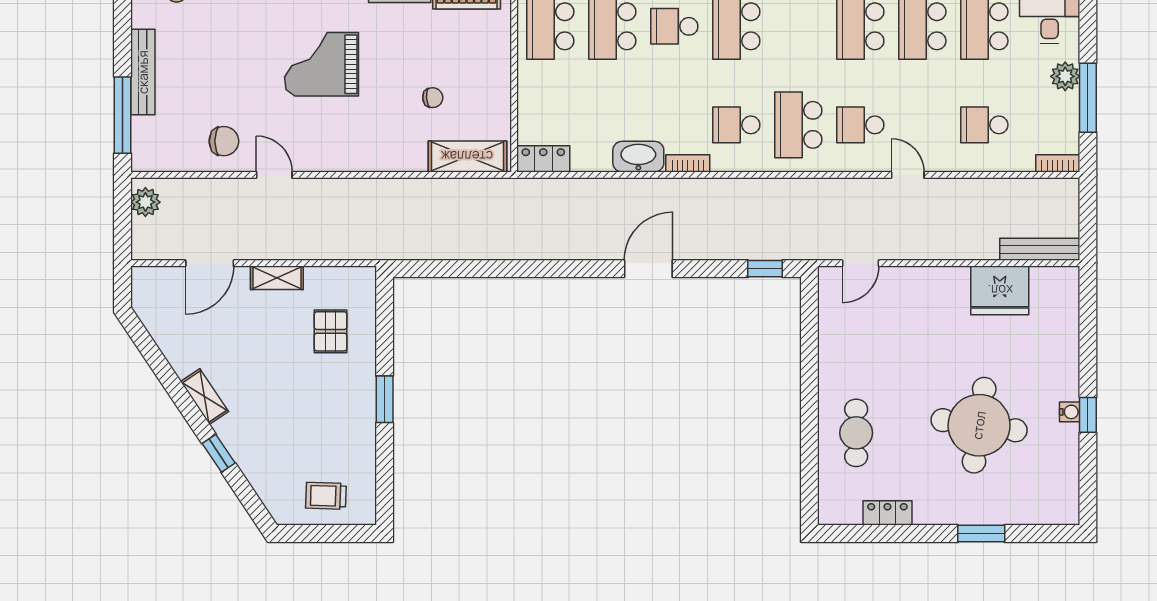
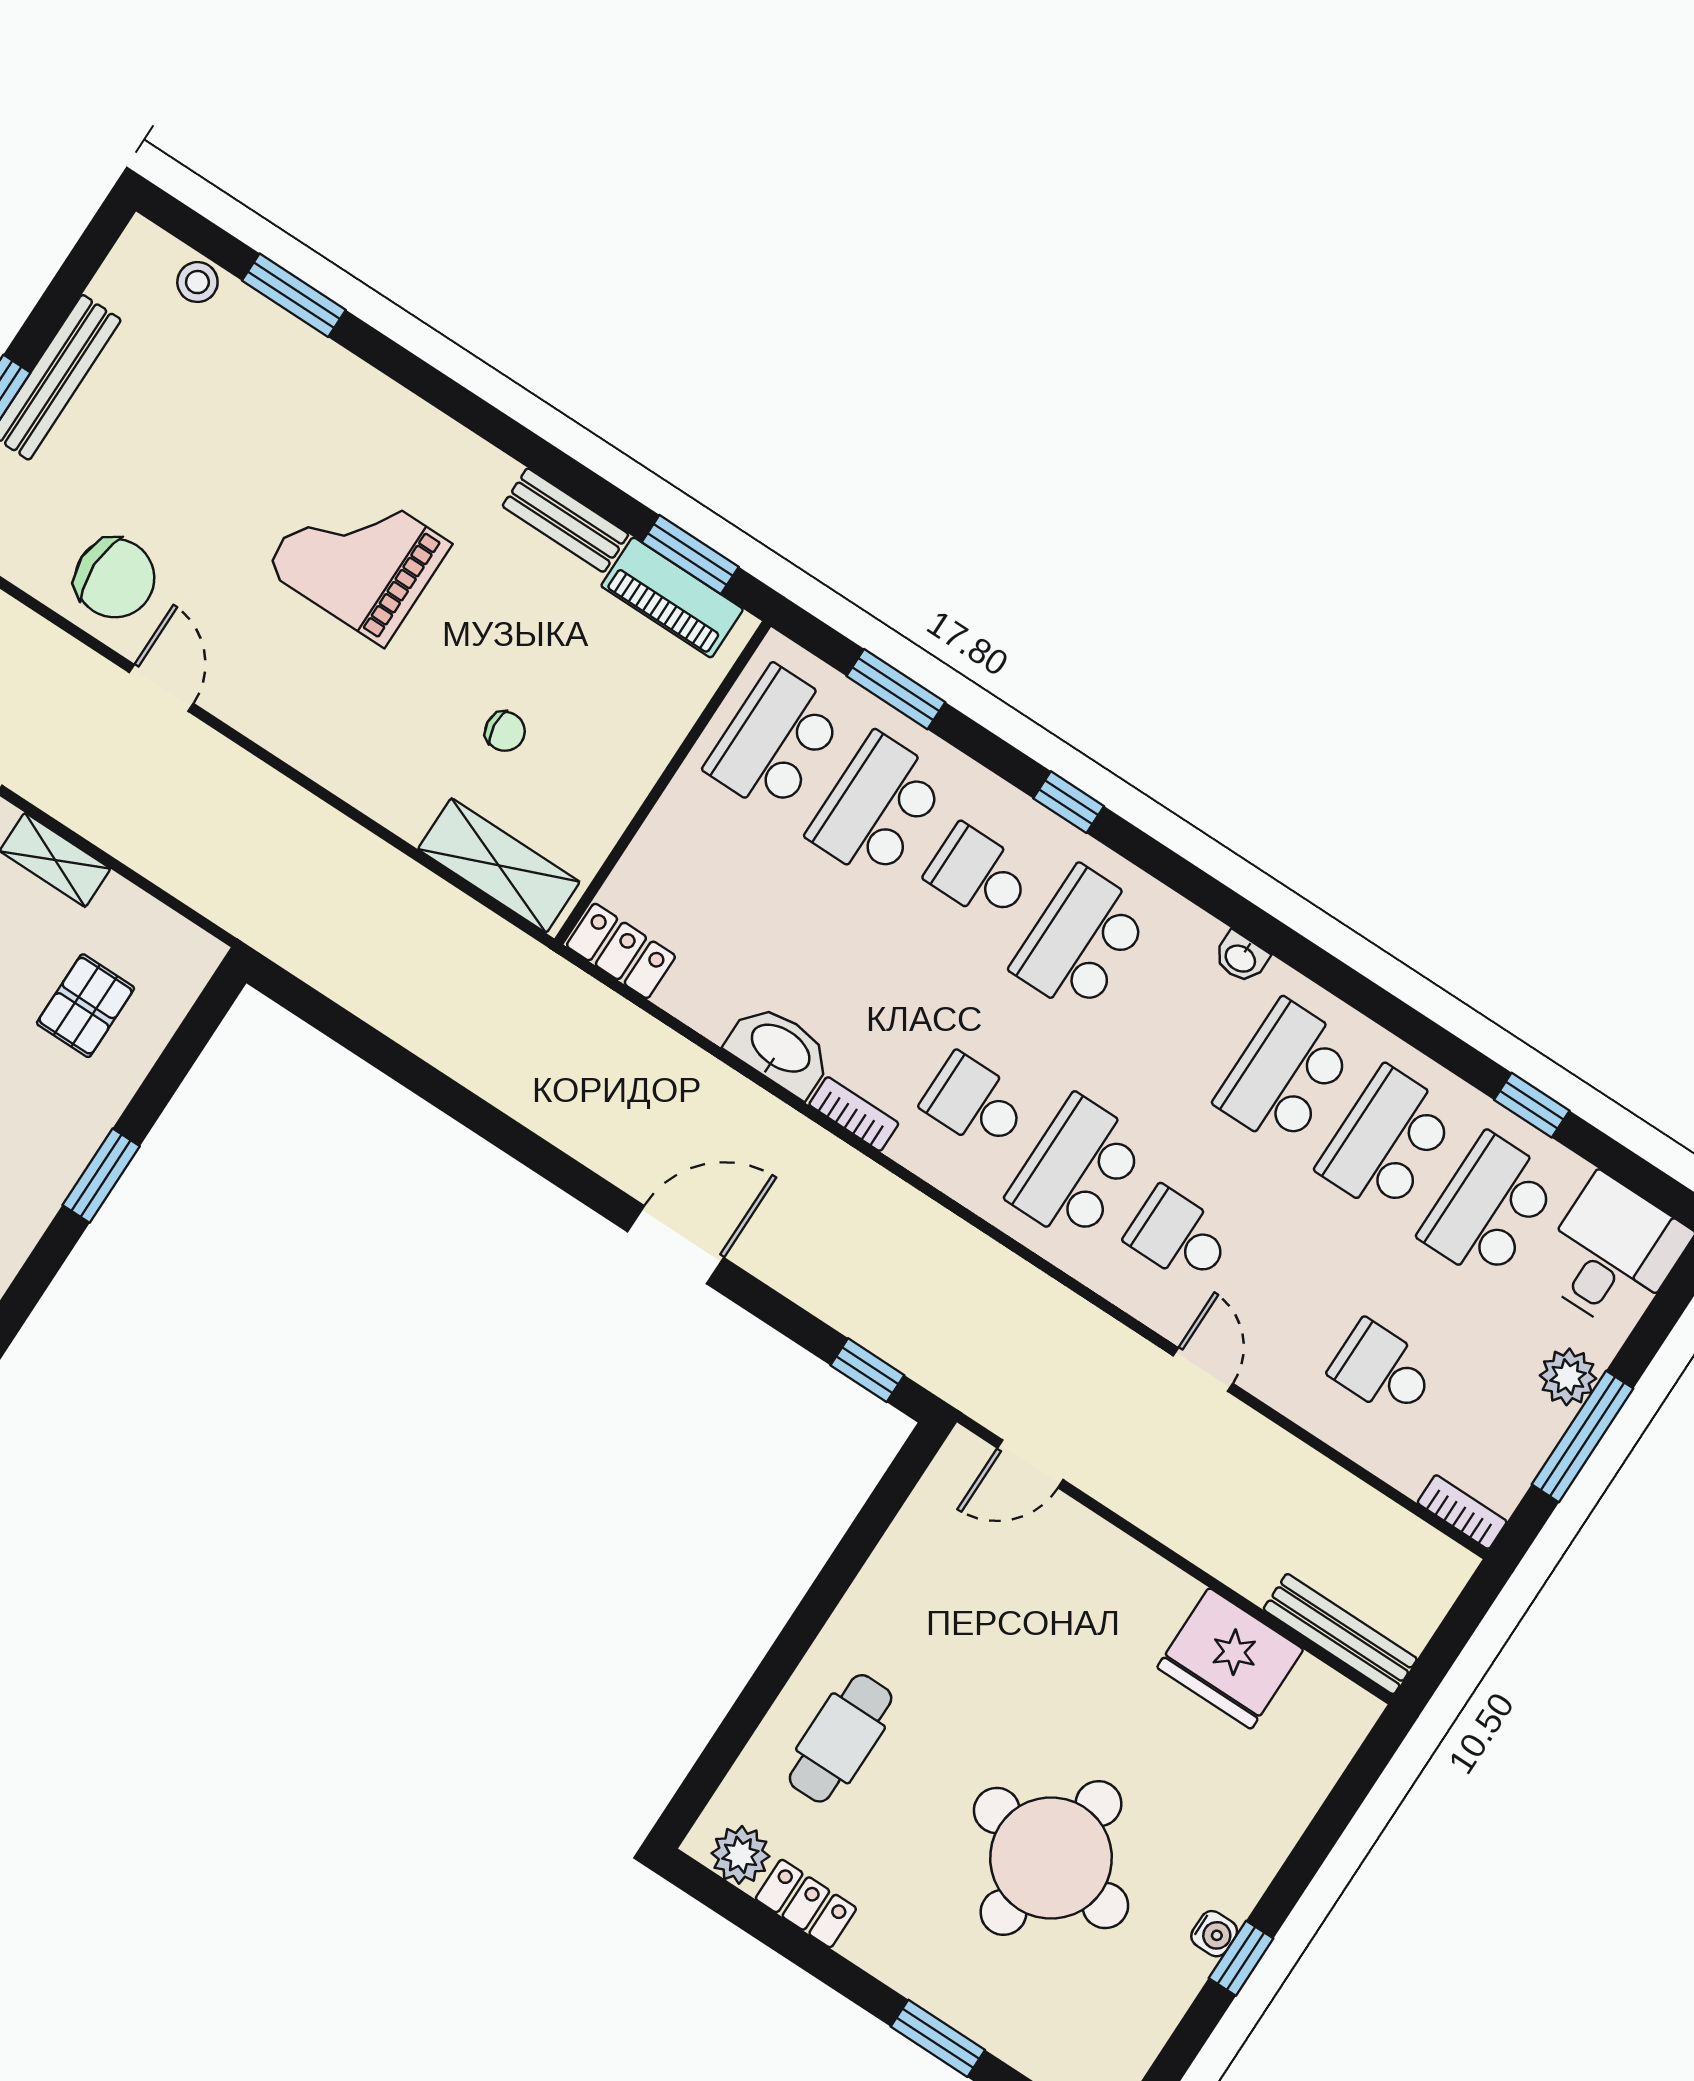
chair: (224, 141) -> (115, 578), width x1.37, depth x1.37
plant: (846, 510) -> (740, 1855), added

